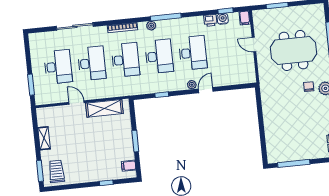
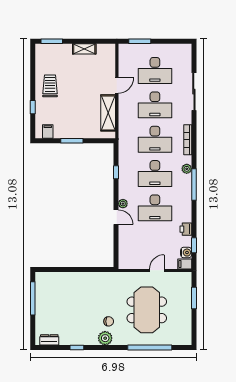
water cooler: (223, 19) -> (186, 253), moved
trolley: (56, 171) -> (50, 86), moved, turned -90

